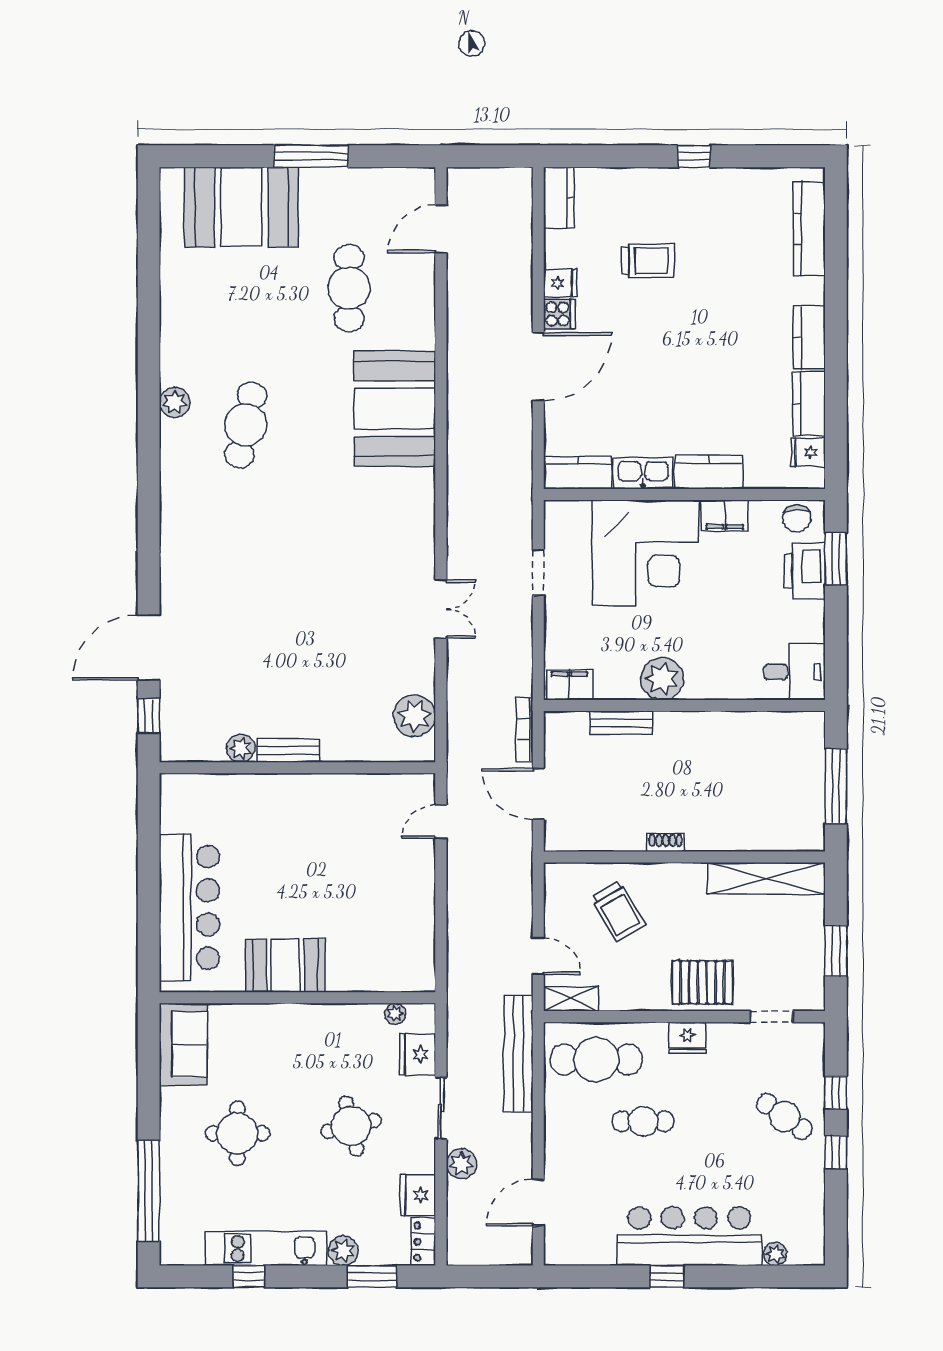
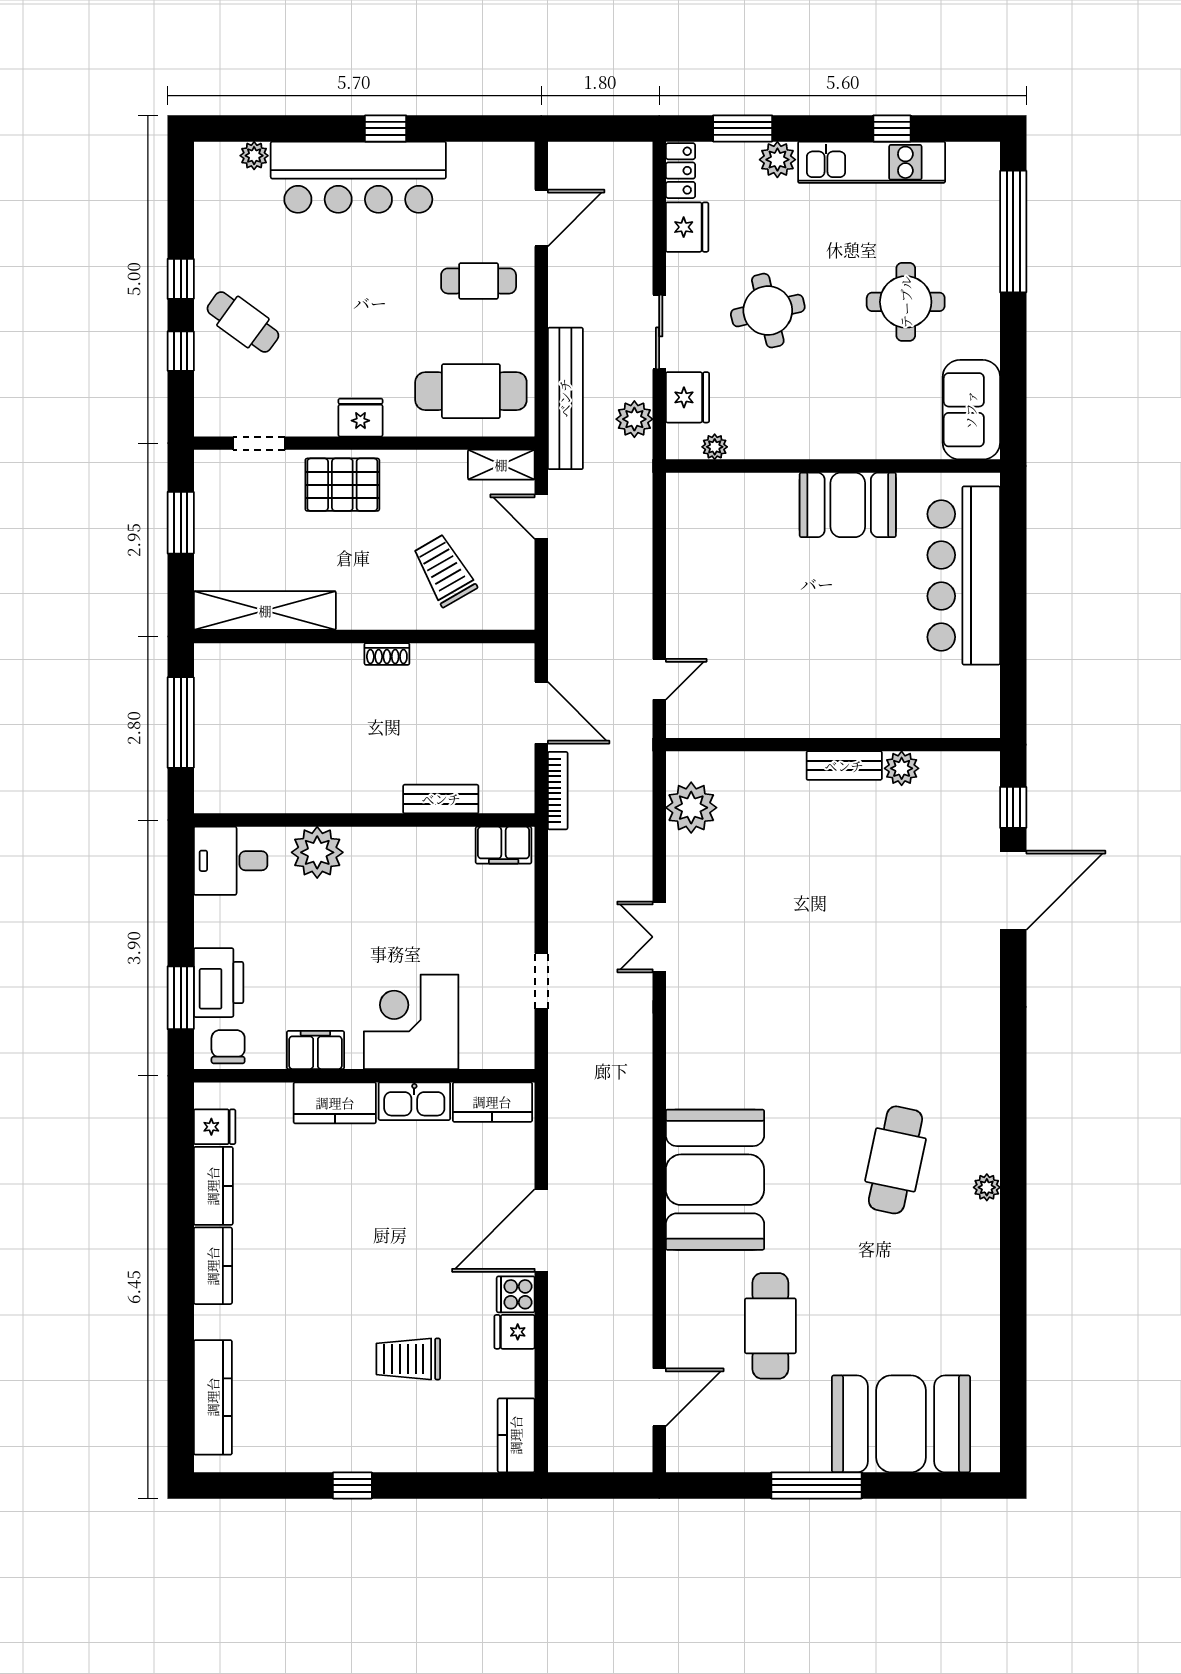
plant: (175, 402) -> (987, 1187), width x0.73, depth x0.73
corner desk: (646, 553) -> (411, 1022), width x0.74, depth x0.74
plant: (662, 679) -> (317, 852), moved
cafe table: (643, 1121) -> (479, 281), moved
plant: (461, 1164) -> (634, 419), moved

